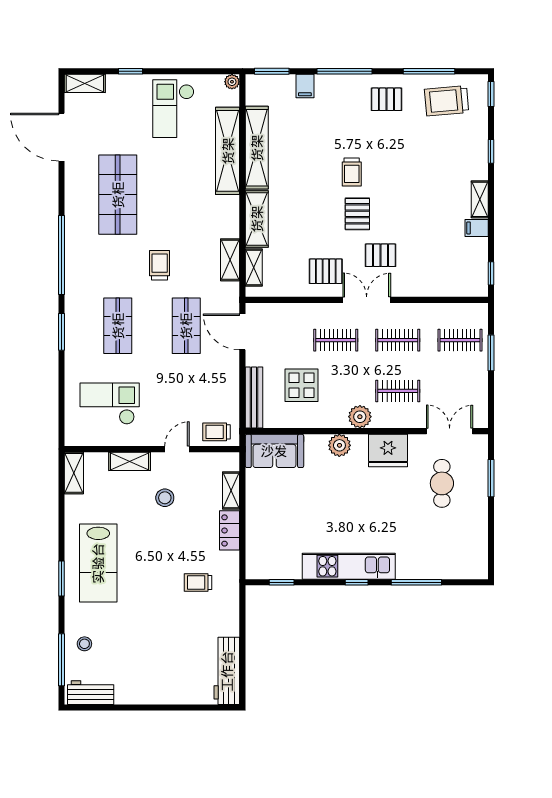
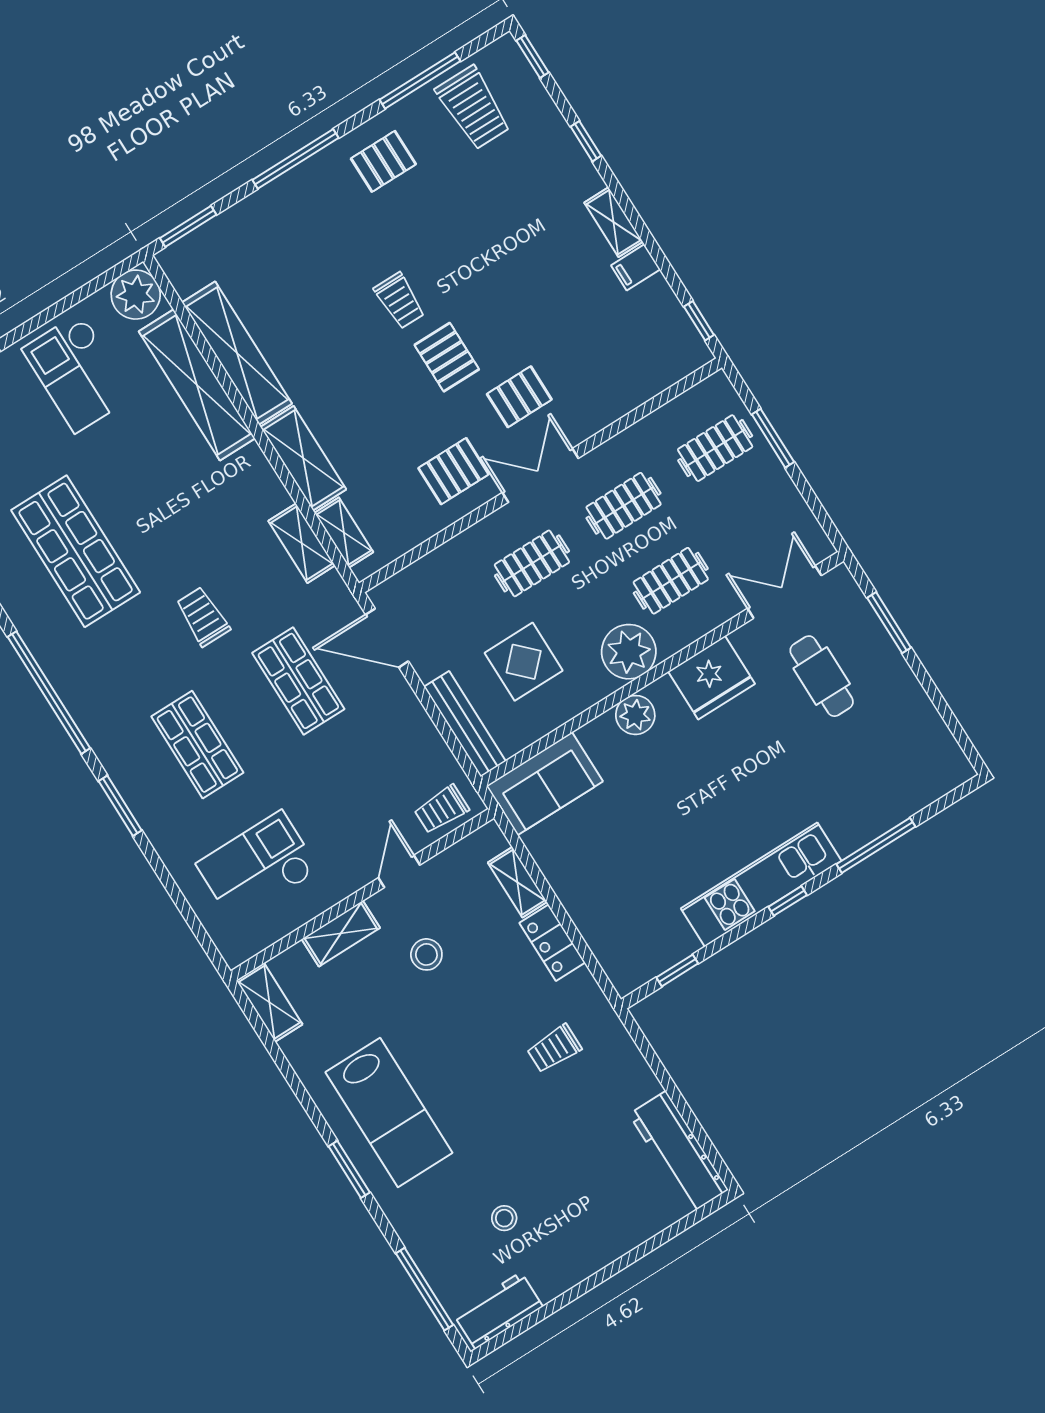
plant: (232, 82) -> (136, 295), width x1.88, depth x1.88
filing cabinet: (305, 86) -> (251, 217), removed
trolley: (447, 101) -> (473, 108), turned -85
plant: (360, 417) -> (629, 652), width x1.36, depth x1.36
stool: (84, 644) -> (504, 1218), moved

